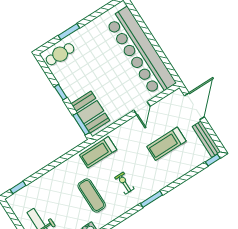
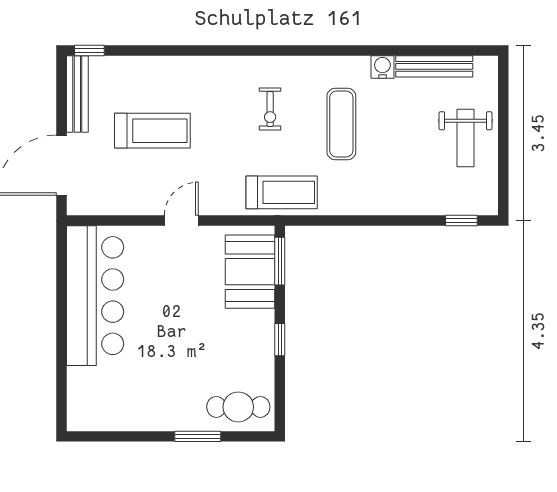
bar counter: (140, 52) -> (95, 296), width x0.73
door: (142, 108) -> (181, 221), moved
window: (152, 199) -> (241, 50), removed

